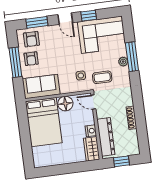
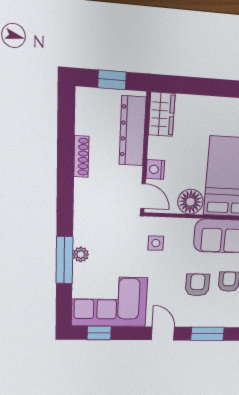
window: (89, 16) -> (99, 333), moved
armchair: (31, 39) -> (197, 285), moved
coffee table: (102, 77) -> (121, 235), removed
nightstand: (91, 131) -> (155, 169), moved

